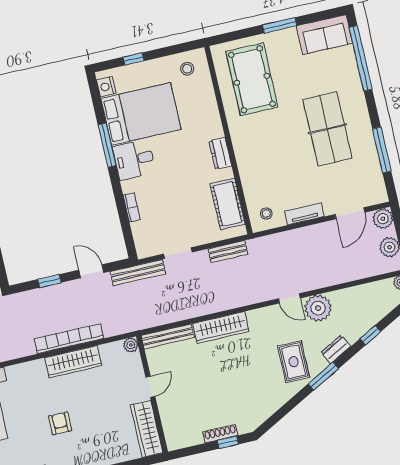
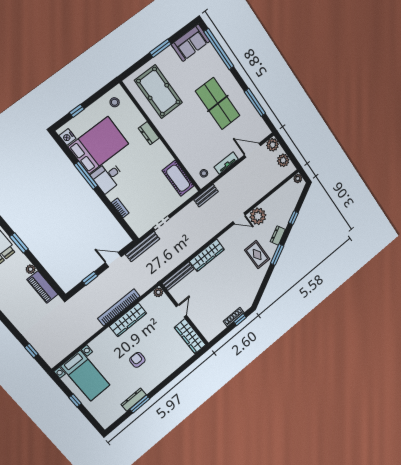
dresser: (220, 153) -> (149, 133), moved
door: (350, 213) -> (253, 150), swing flipped
bench: (228, 252) -> (206, 196), moved

